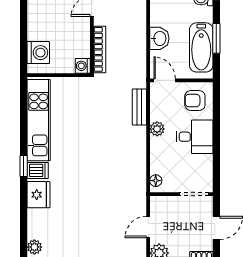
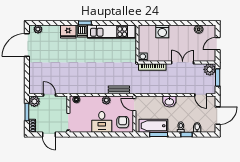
washbasin: (159, 38) -> (169, 101), moved
washing machine: (38, 53) -> (162, 31), moved
door: (165, 80) -> (134, 105), swing flipped

